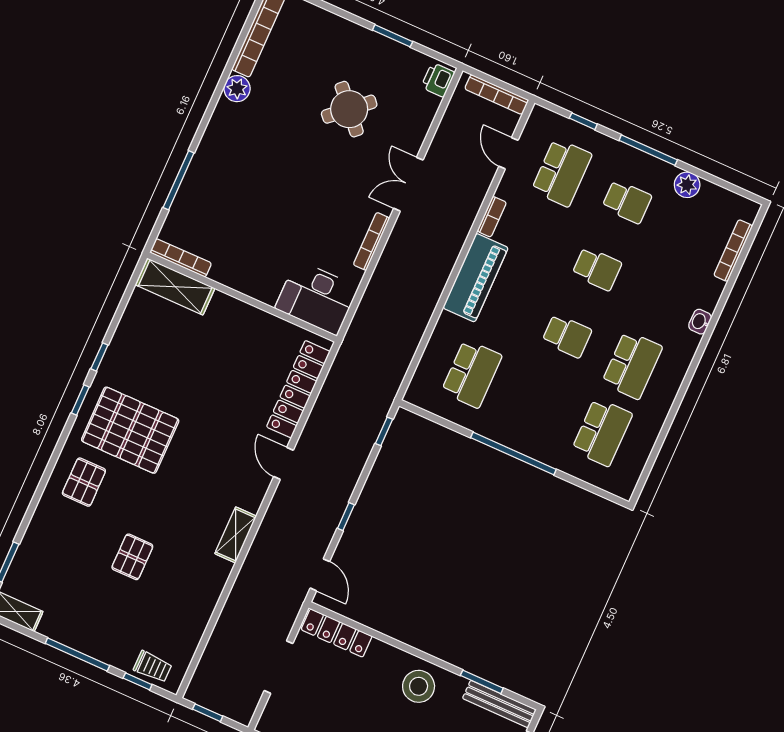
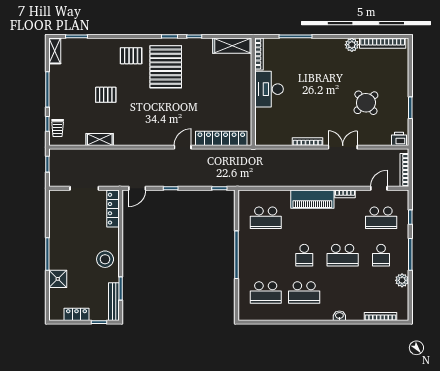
school desk: (597, 269) -> (343, 255), width x1.85
shelving: (175, 287) -> (232, 46), moved, turned 90
desk: (317, 298) -> (269, 89), moved
shelving: (236, 535) -> (100, 139), moved

